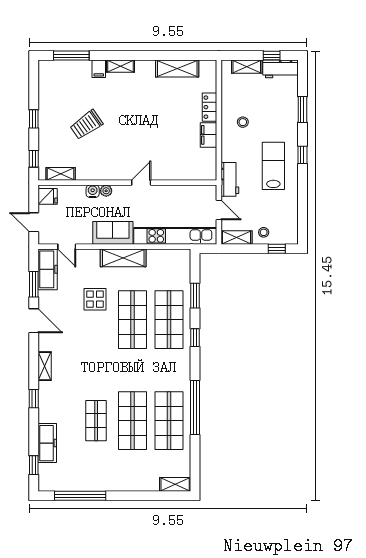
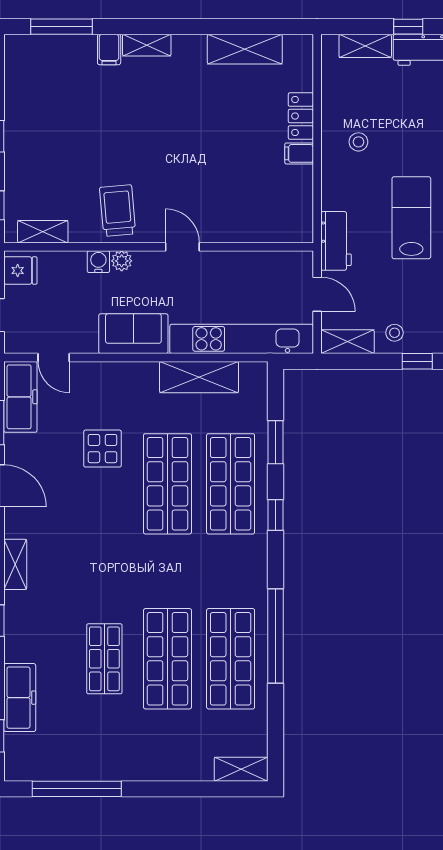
trolley: (86, 125) -> (118, 211), moved, turned 120
filing cabinet: (208, 135) -> (299, 153), width x0.50
door: (141, 183) -> (182, 247), hinge flipped
shelving: (123, 258) -> (199, 377), moved

